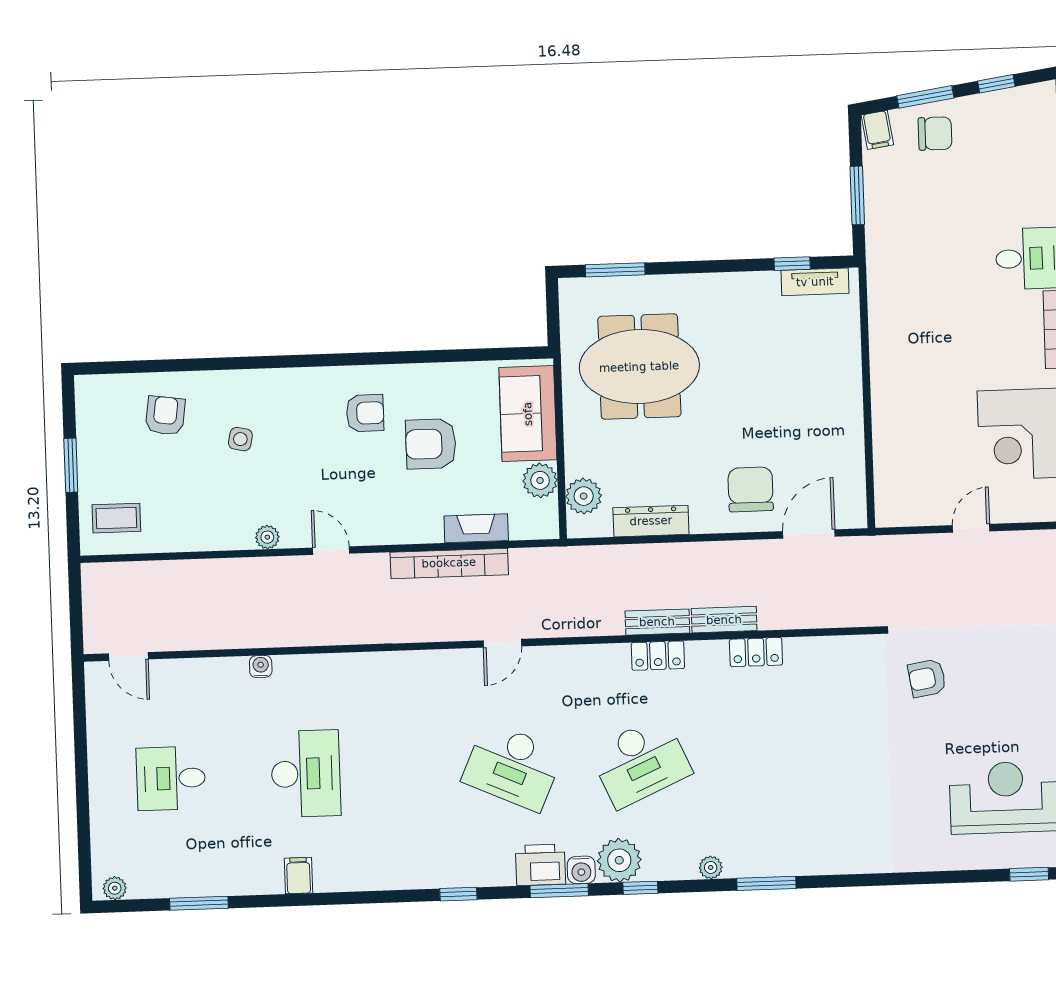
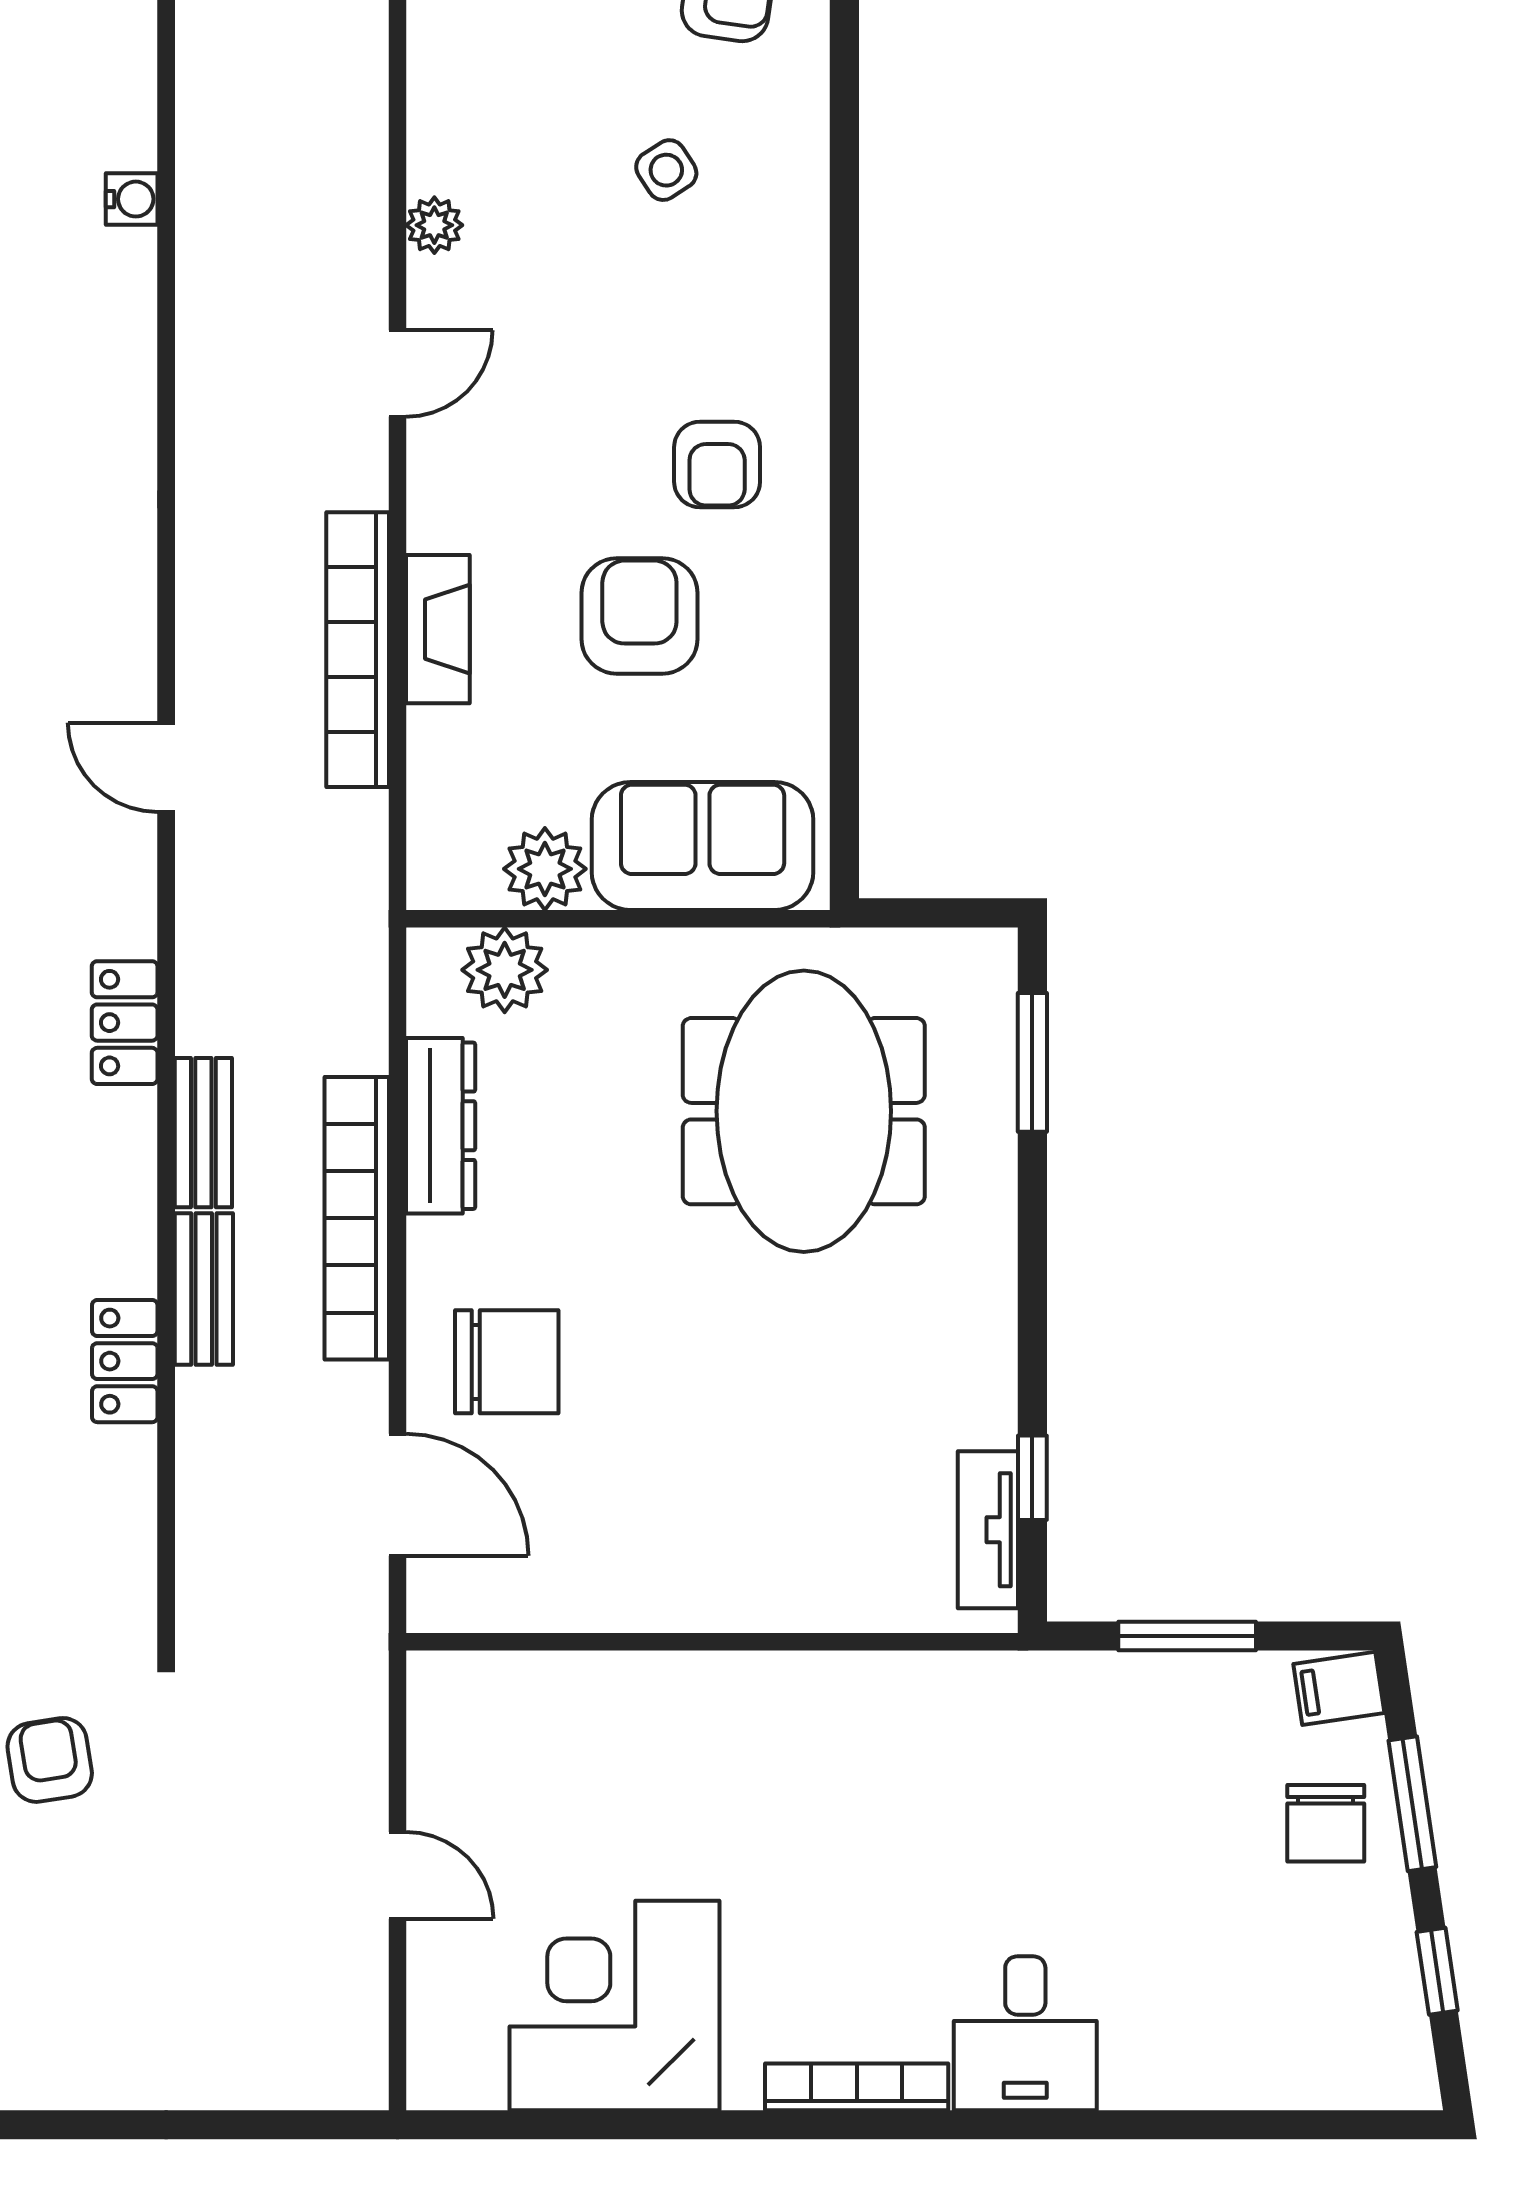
side table: (240, 439) -> (666, 170), turned 45
fireplace: (476, 528) -> (438, 629), moved
bookcase: (692, 555) -> (357, 1218), added
locker: (658, 656) -> (125, 1023), moved

